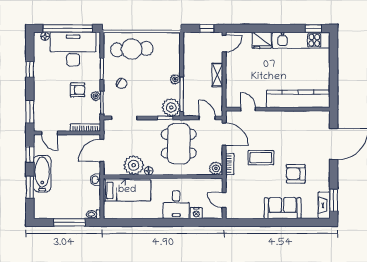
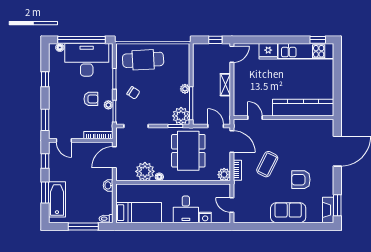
coffee table: (261, 158) -> (267, 164), turned -63
bathtub: (42, 174) -> (57, 199), moved
bed: (127, 190) -> (139, 213), moved

